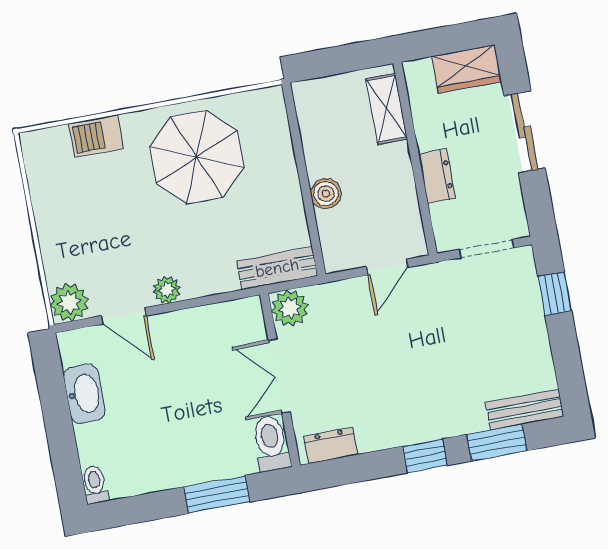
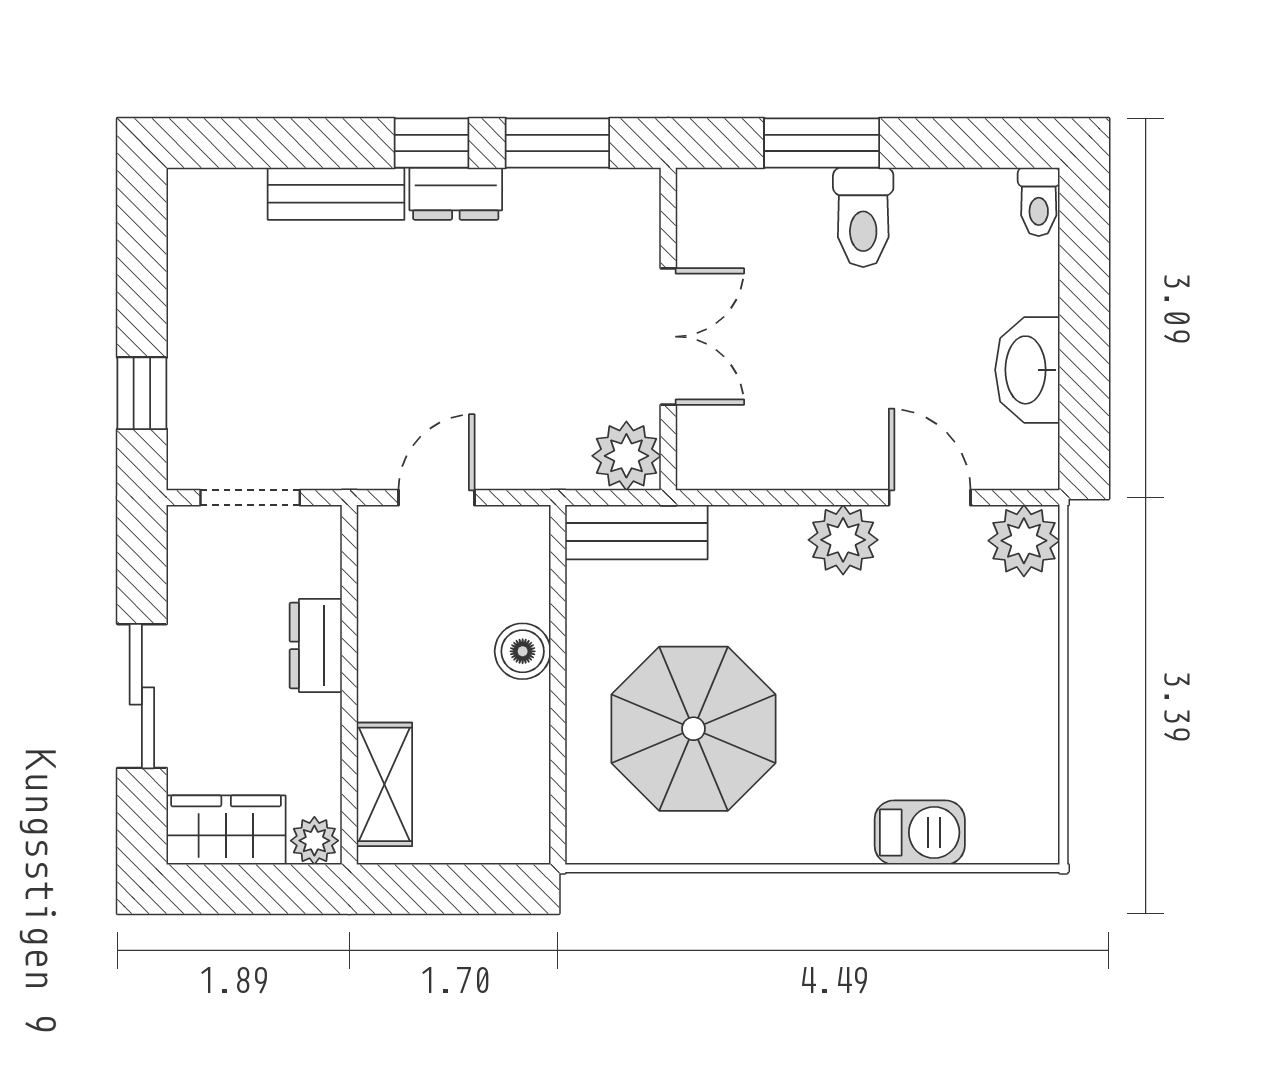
plant: (418, 72) -> (314, 841), added
parasol: (197, 157) -> (694, 729), moved
plant: (167, 290) -> (843, 540), width x1.38, depth x1.38
bench: (525, 409) -> (336, 194), moved
toilet: (271, 443) -> (863, 217), moved
window: (497, 443) -> (557, 143), moved
dresser: (331, 445) -> (456, 194), moved

